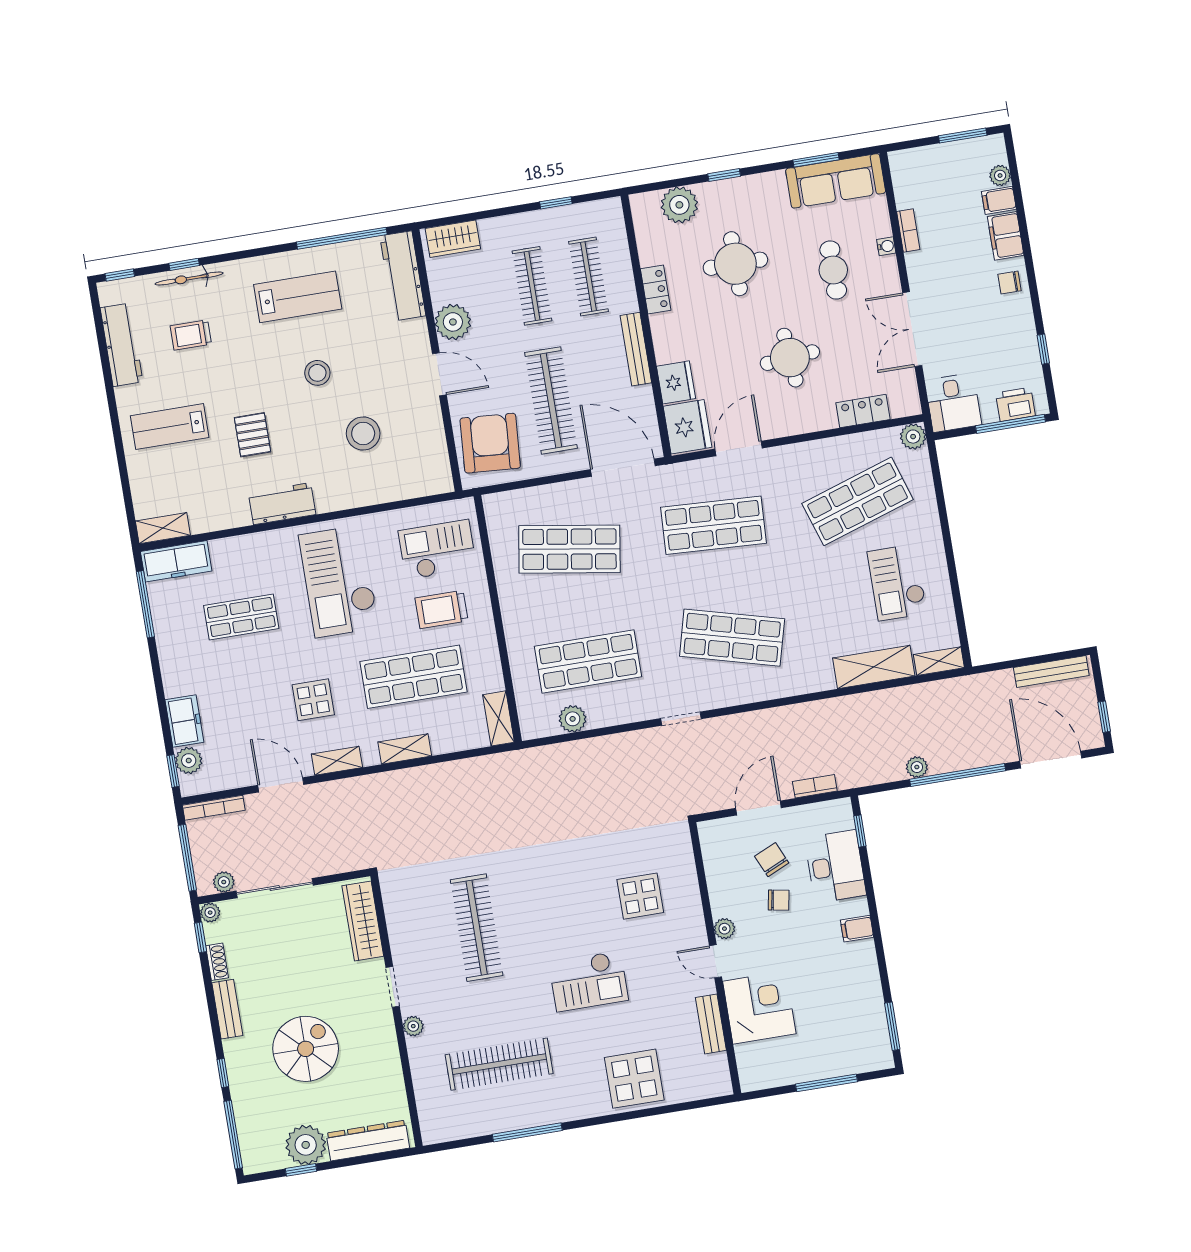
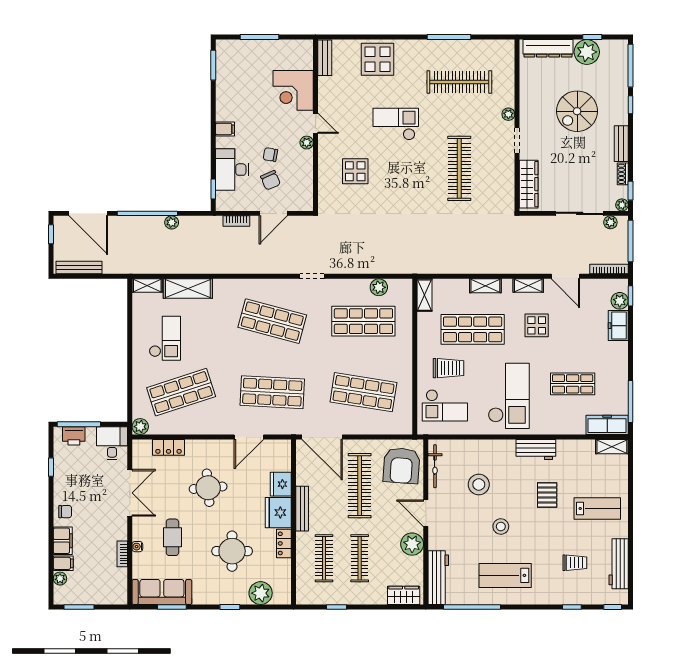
bicycle: (189, 278) -> (435, 466), moved, turned 90
fridge: (687, 427) -> (278, 513), moved
bench: (711, 1024) -> (325, 58), moved

